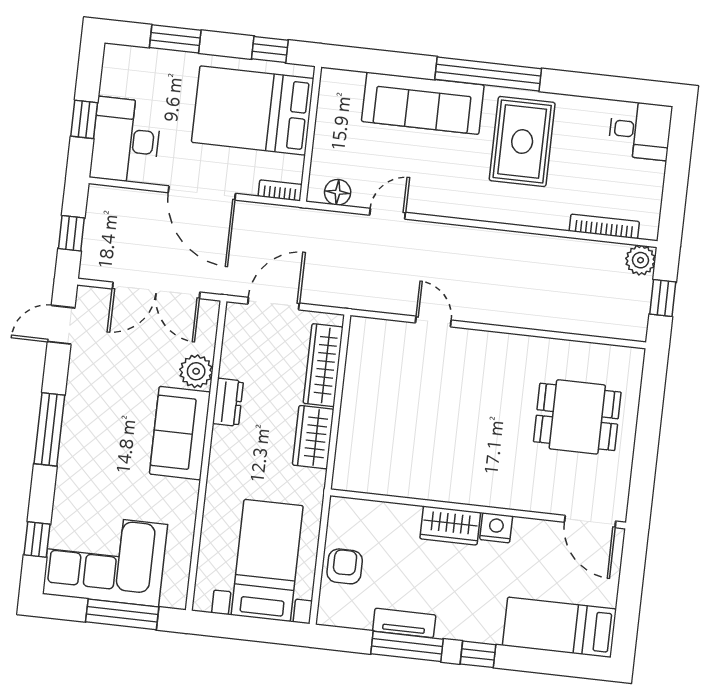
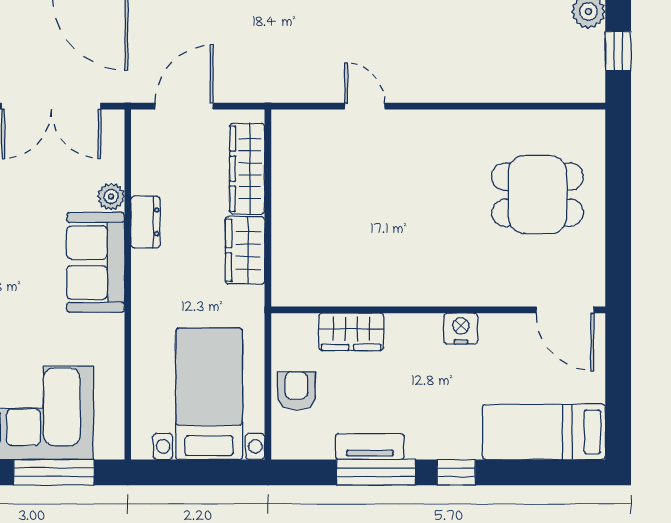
plant: (196, 371) -> (111, 196), width x0.73, depth x0.73
wardrobe: (450, 525) -> (351, 332), moved

